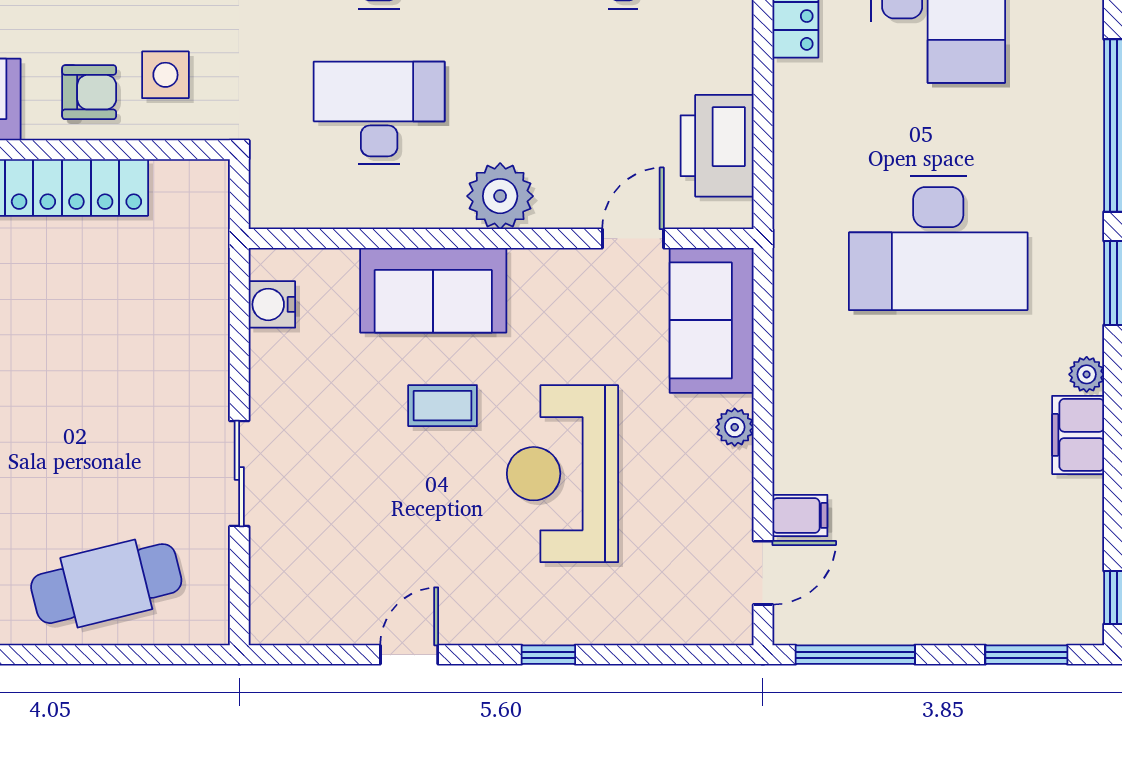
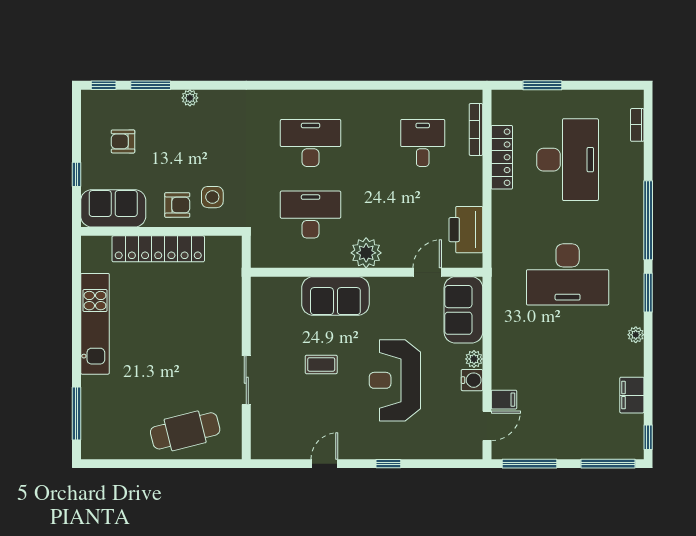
water cooler: (272, 304) -> (472, 380), moved, turned 180
coffee table: (443, 406) -> (321, 364), moved
filing cabinet: (1078, 435) -> (632, 395), moved
window: (1026, 655) -> (608, 464), width x1.44

